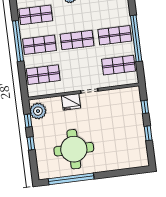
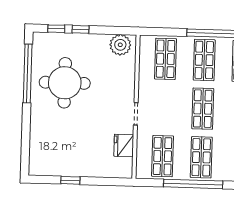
fridge: (71, 102) -> (124, 145), moved
window: (145, 107) -> (104, 181), removed
window: (28, 121) -> (56, 29), moved

